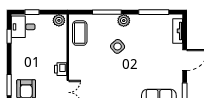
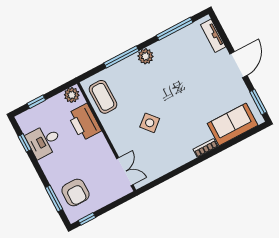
desk: (23, 27) -> (44, 141), moved
side table: (118, 46) -> (150, 123), moved
printer: (61, 69) -> (84, 122), moved, width x1.87, depth x1.48

